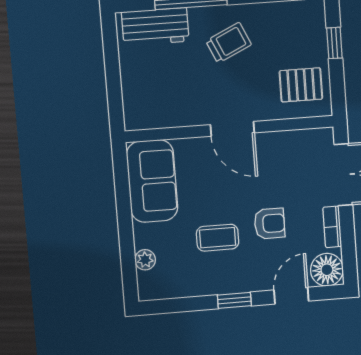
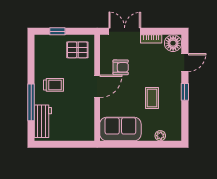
trolley: (229, 43) -> (54, 85), turned 115
pallet: (301, 85) -> (77, 50), turned 90
armchair: (270, 224) -> (121, 67), moved, turned 90
door: (291, 296) -> (185, 62), swing flipped

